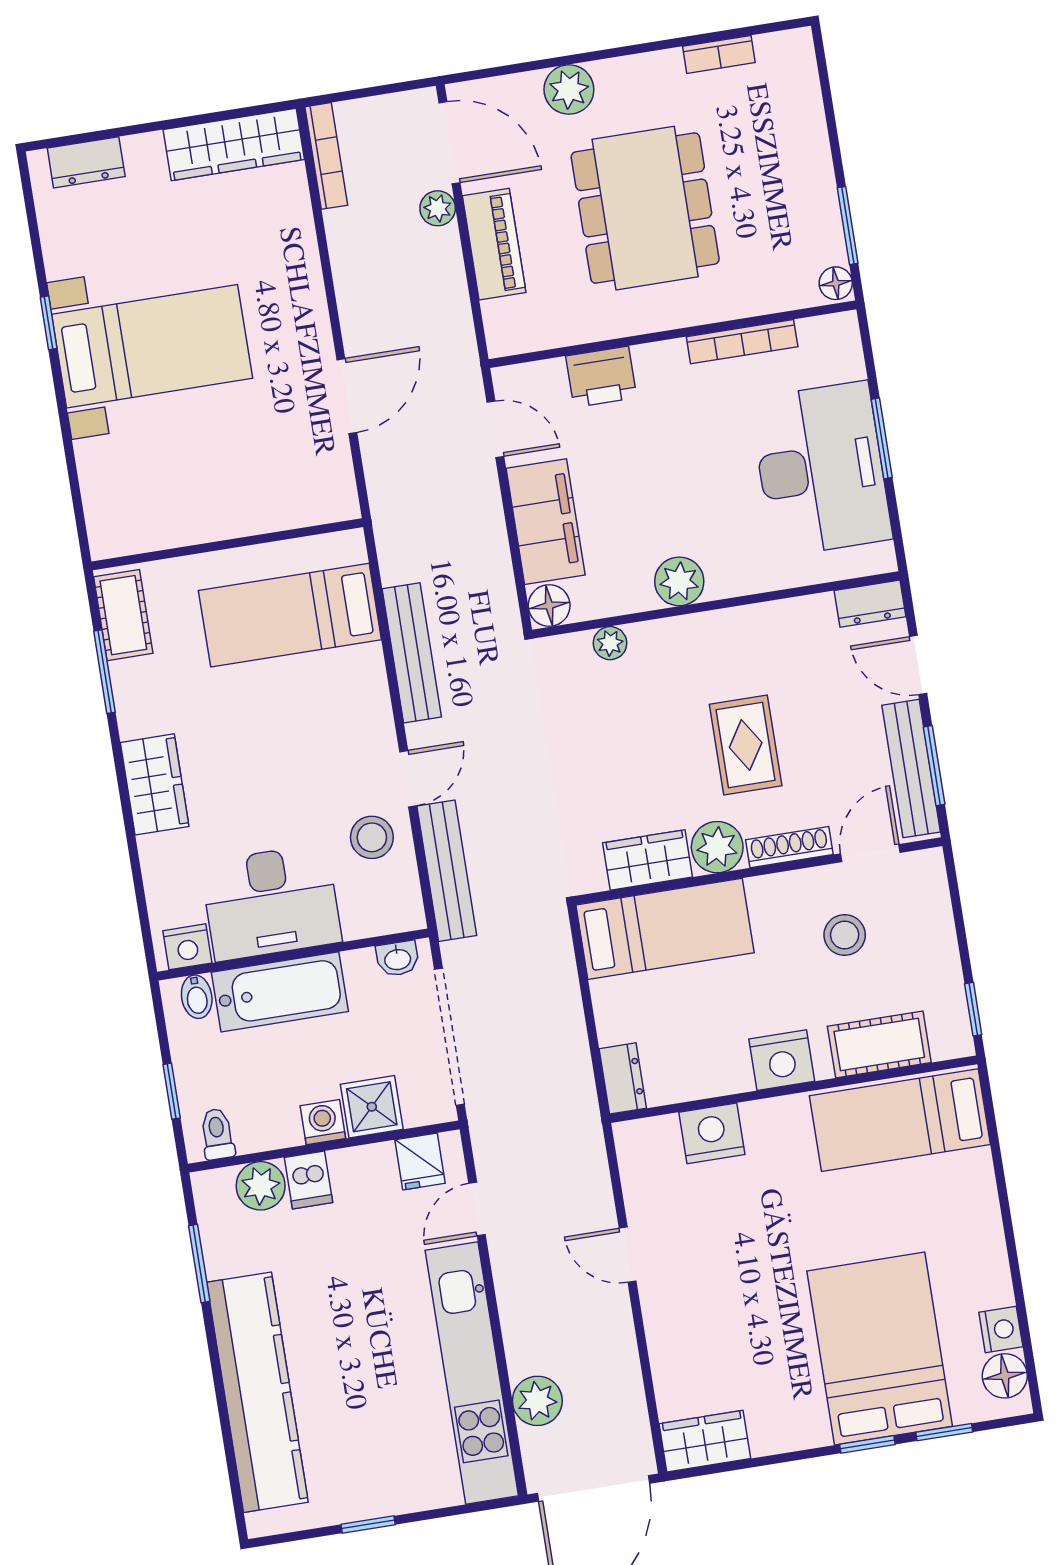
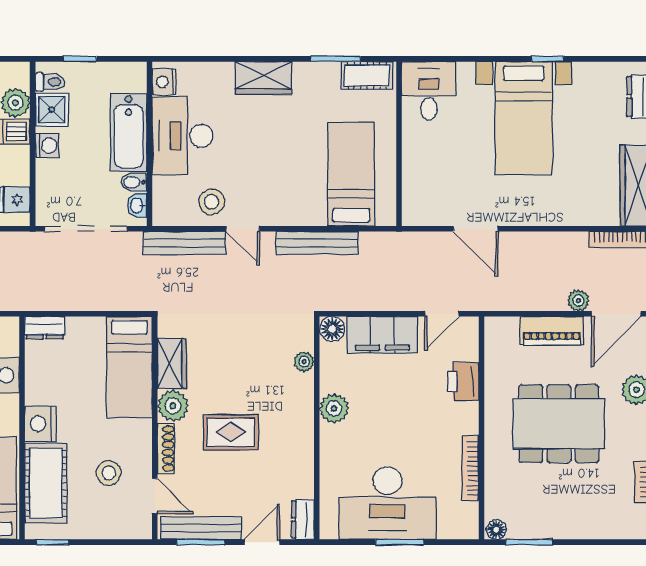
desk: (132, 509) -> (429, 91), added
bidet: (197, 997) -> (134, 182), moved
cot: (879, 1044) -> (46, 483), width x1.37, depth x1.34
shower: (372, 1107) -> (52, 110), moved

